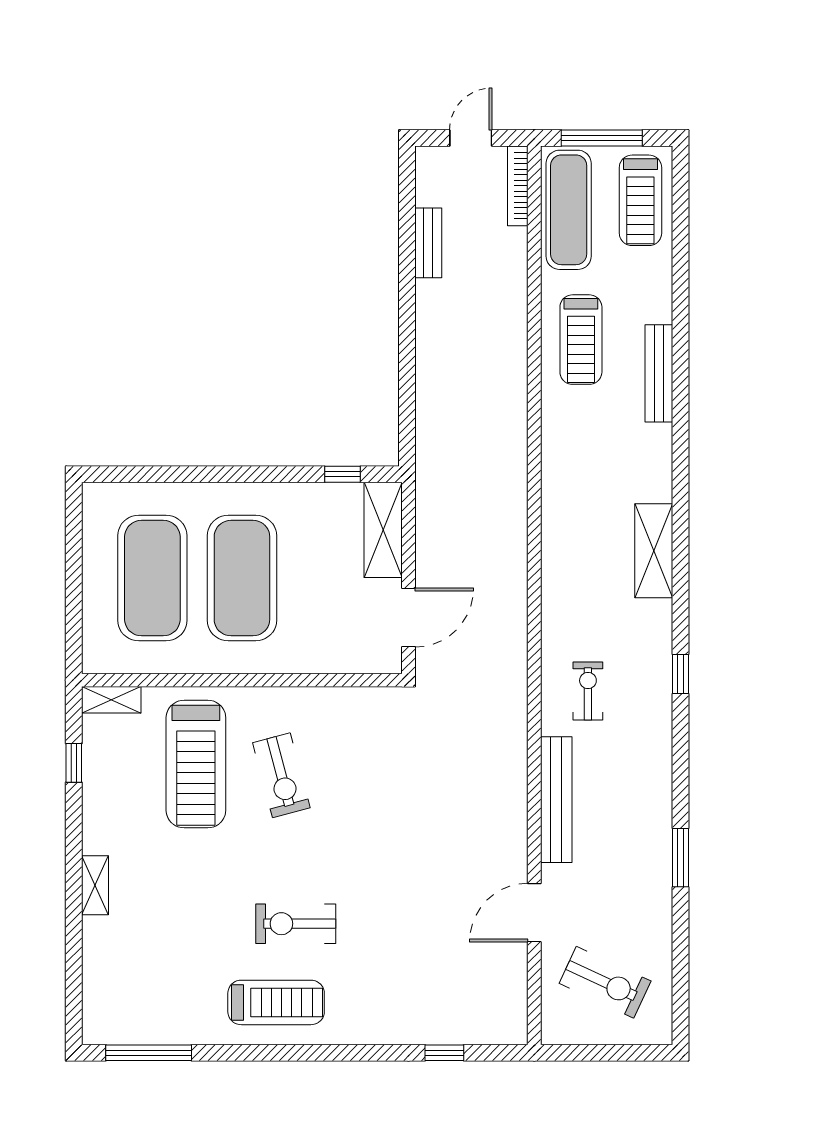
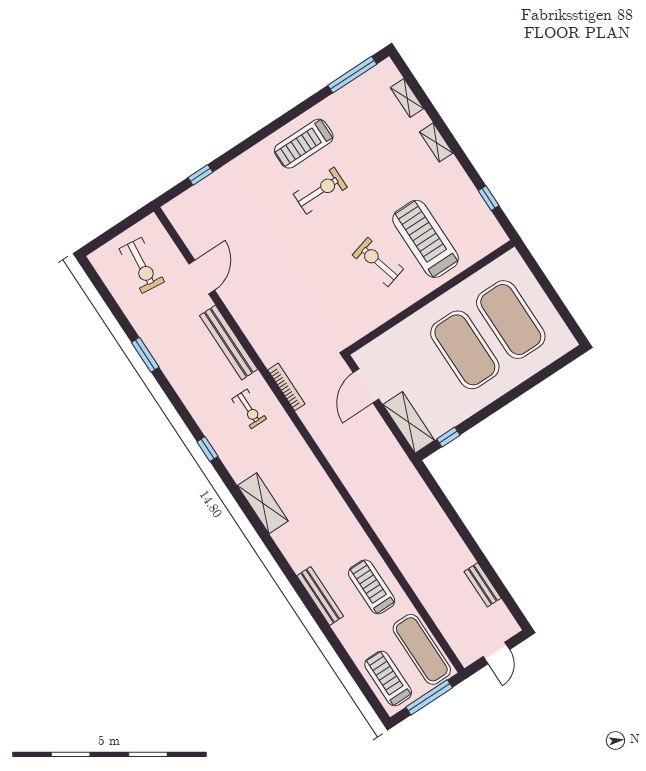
bookcase: (518, 186) -> (286, 387), moved
shelving: (111, 700) -> (407, 98), moved, turned 90
exercise bike: (605, 982) -> (142, 265), turned -109

